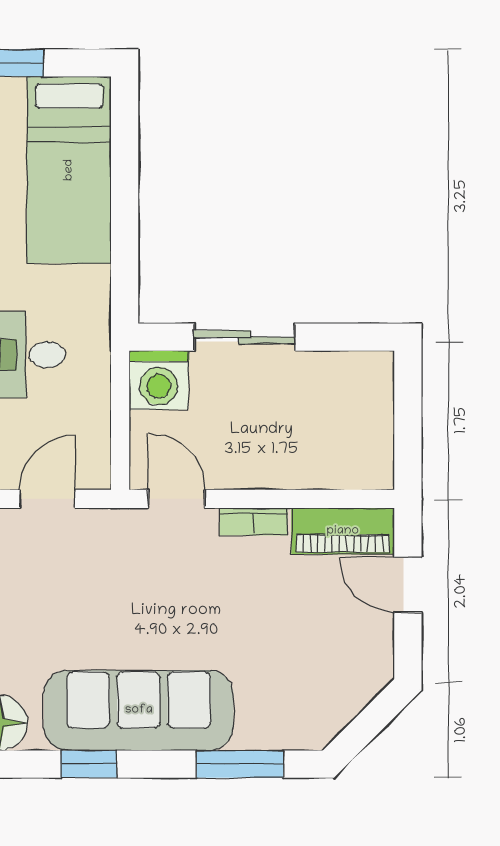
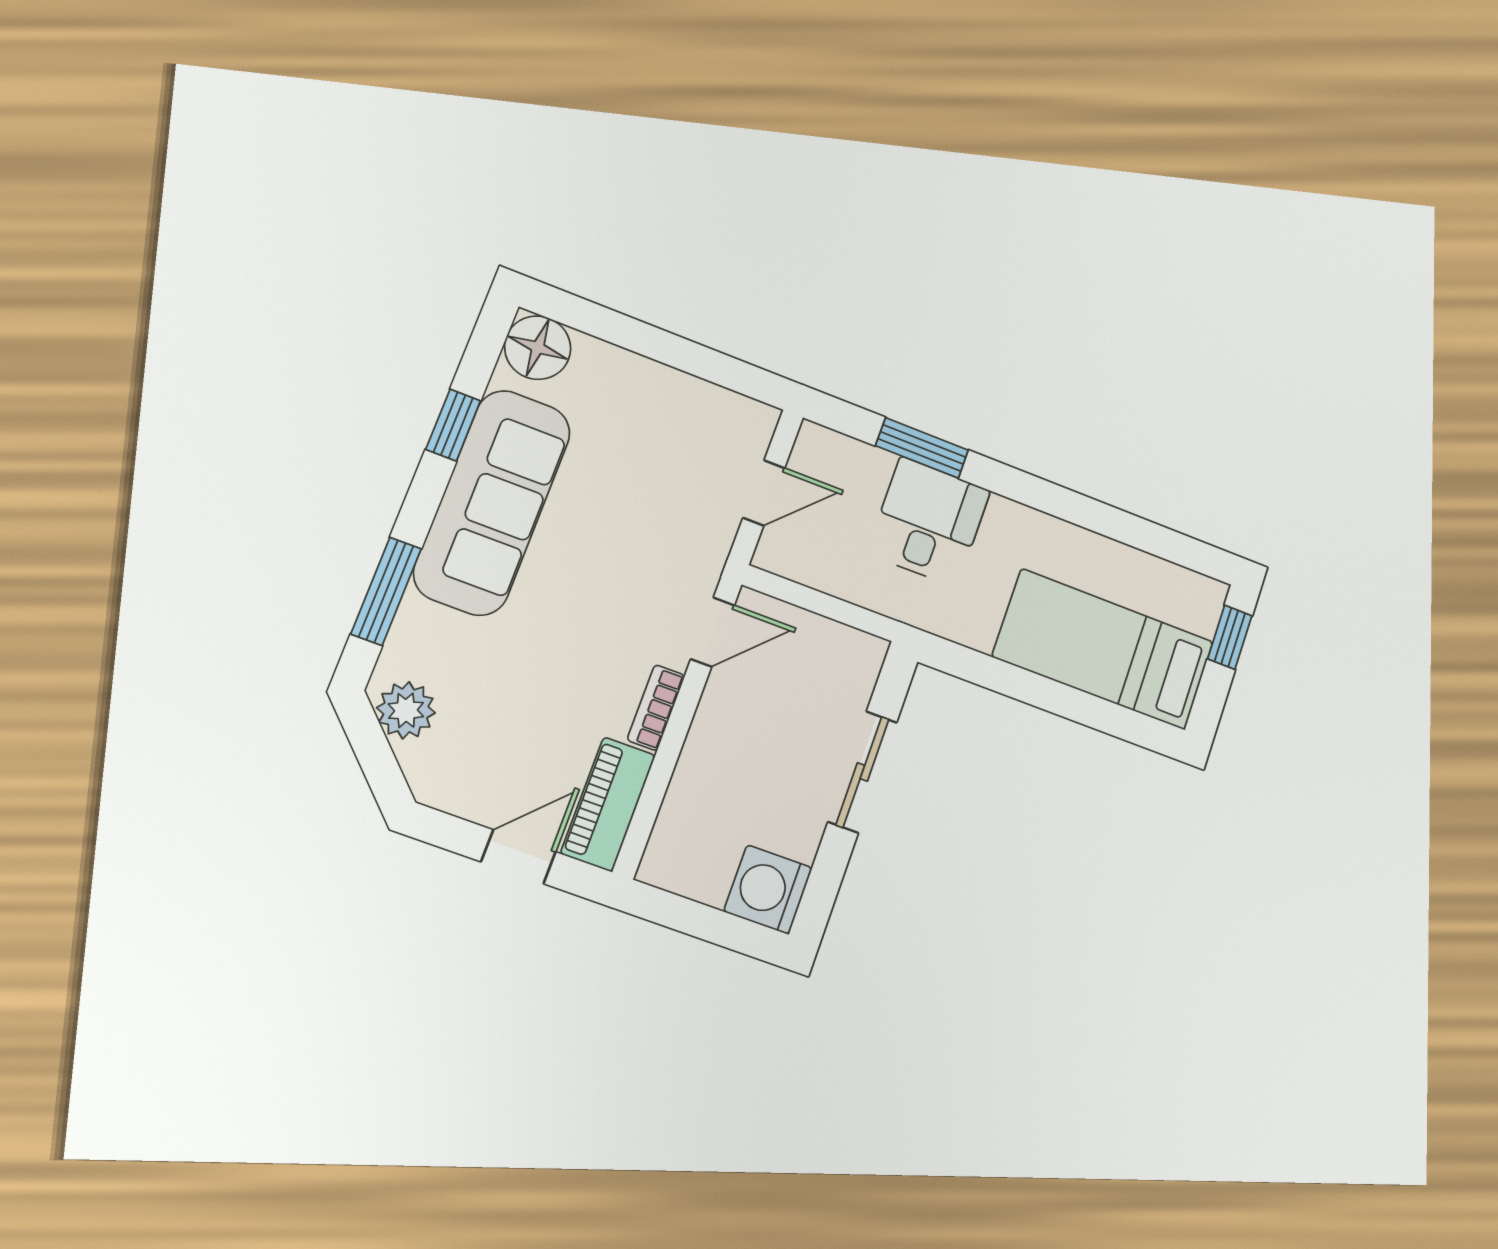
washing machine: (159, 380) -> (768, 890), moved
door: (47, 499) -> (764, 493), hinge flipped
plant: (326, 713) -> (406, 710), added

